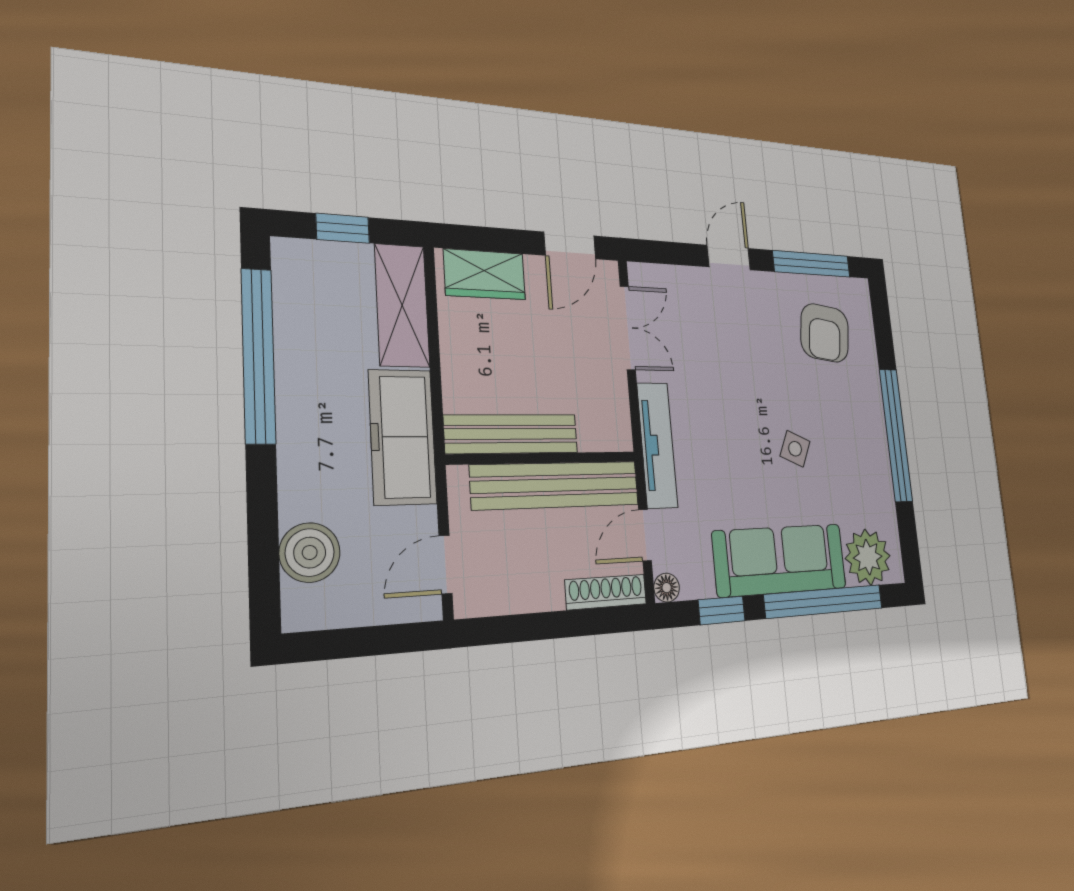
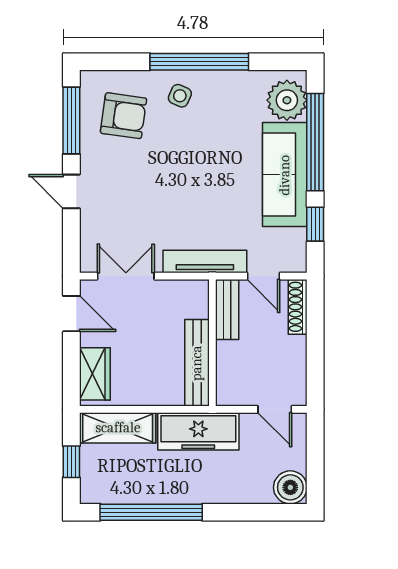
side table: (795, 449) -> (180, 96), moved
bench: (556, 485) -> (227, 309), width x0.54, depth x0.82
boiler: (310, 553) -> (290, 487), moved
floor lamp: (667, 588) -> (298, 264), removed

